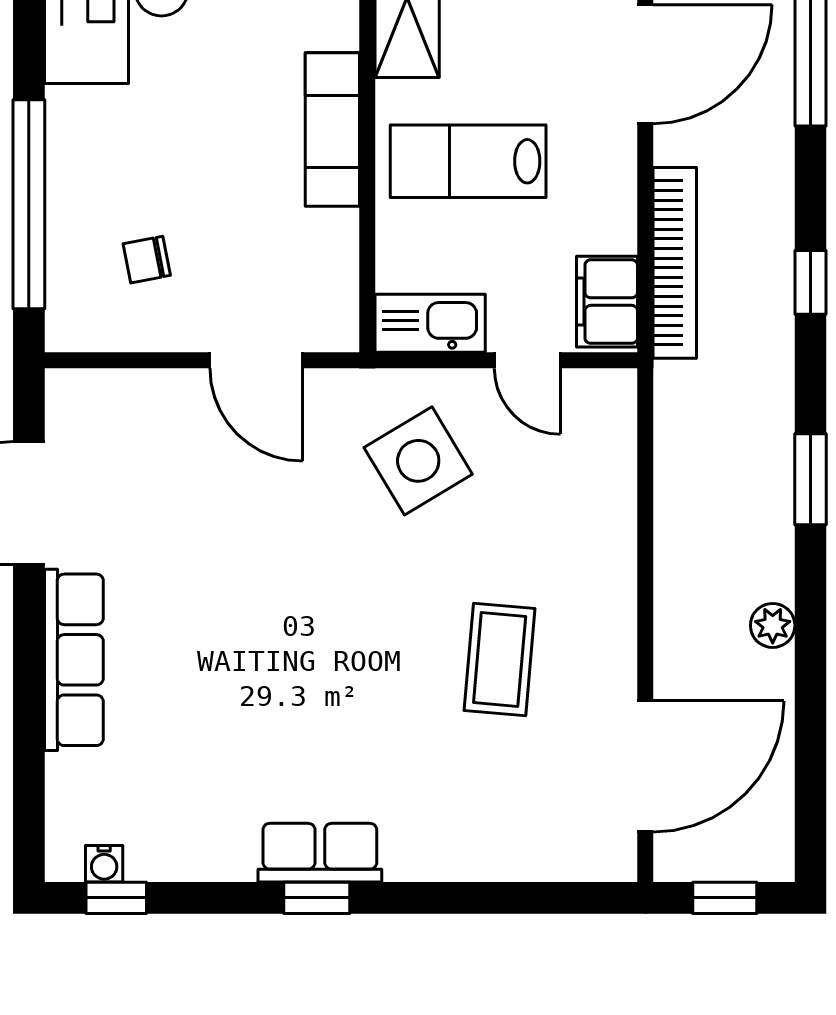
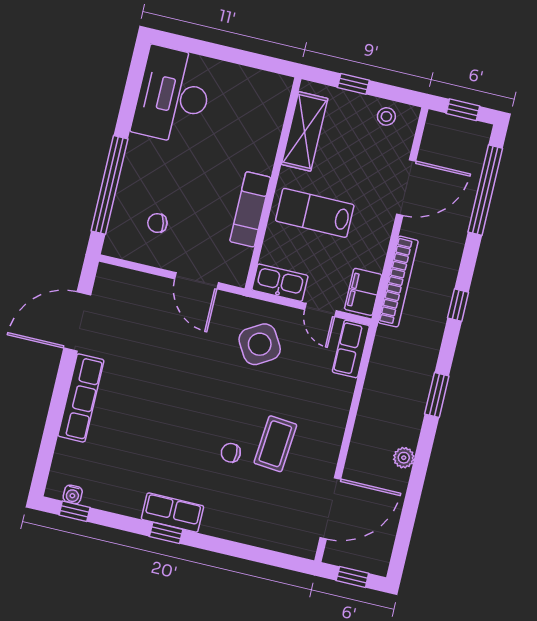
exam couch: (332, 130) -> (250, 209), moved
row of seats: (610, 426) -> (351, 349), added
chair: (412, 700) -> (231, 453), added

